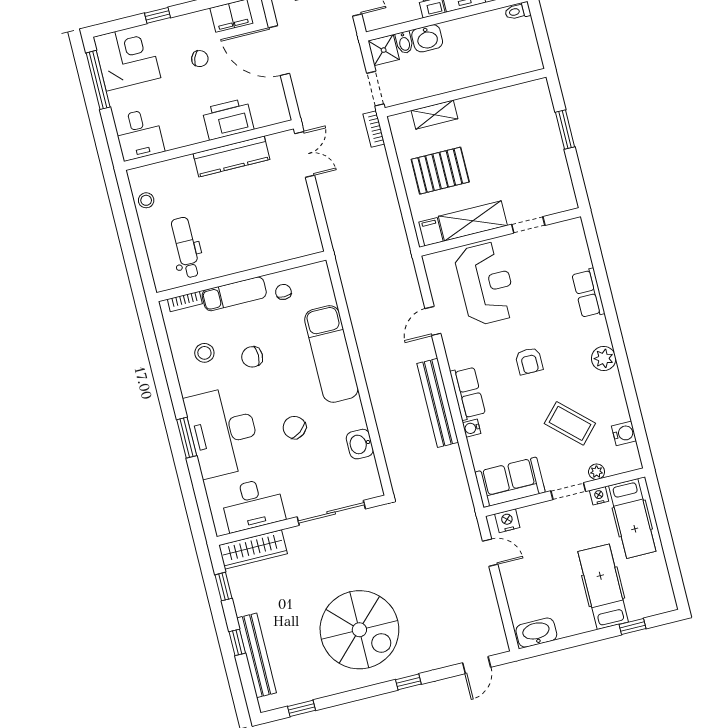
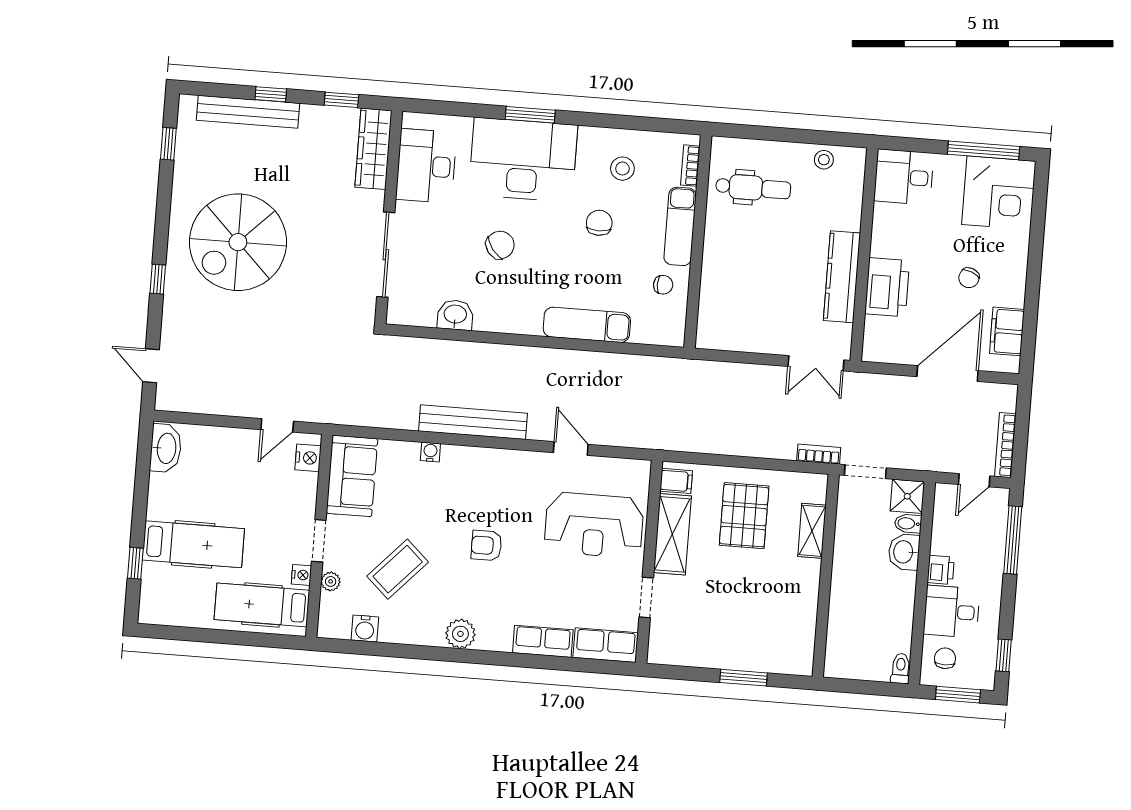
window: (158, 15) -> (1036, 245), removed
exam couch: (331, 354) -> (587, 325), width x0.73, depth x0.69
row of seats: (468, 393) -> (606, 645), moved, turned 180

